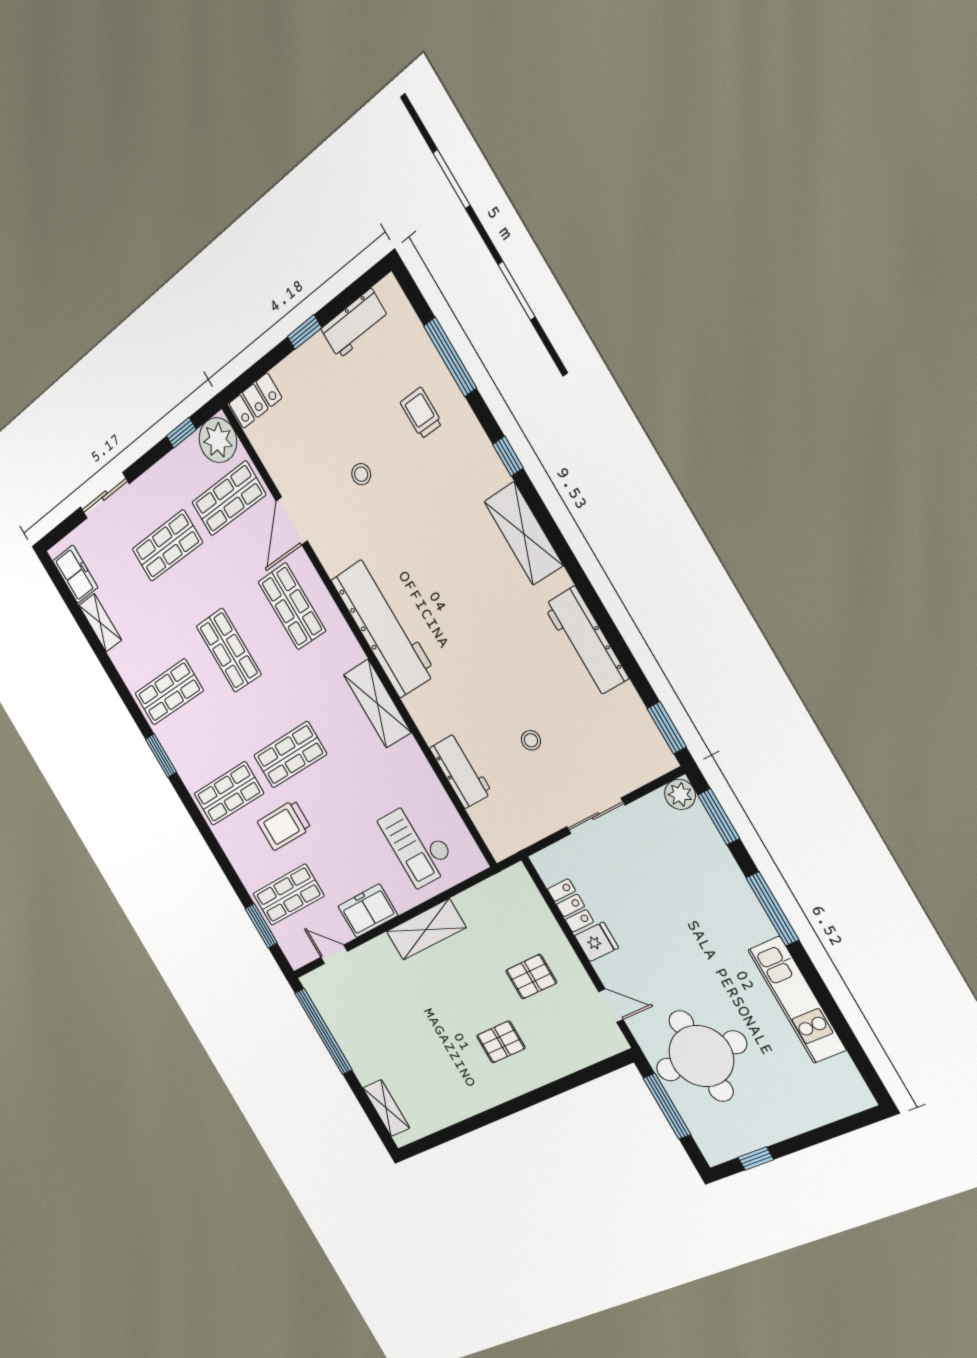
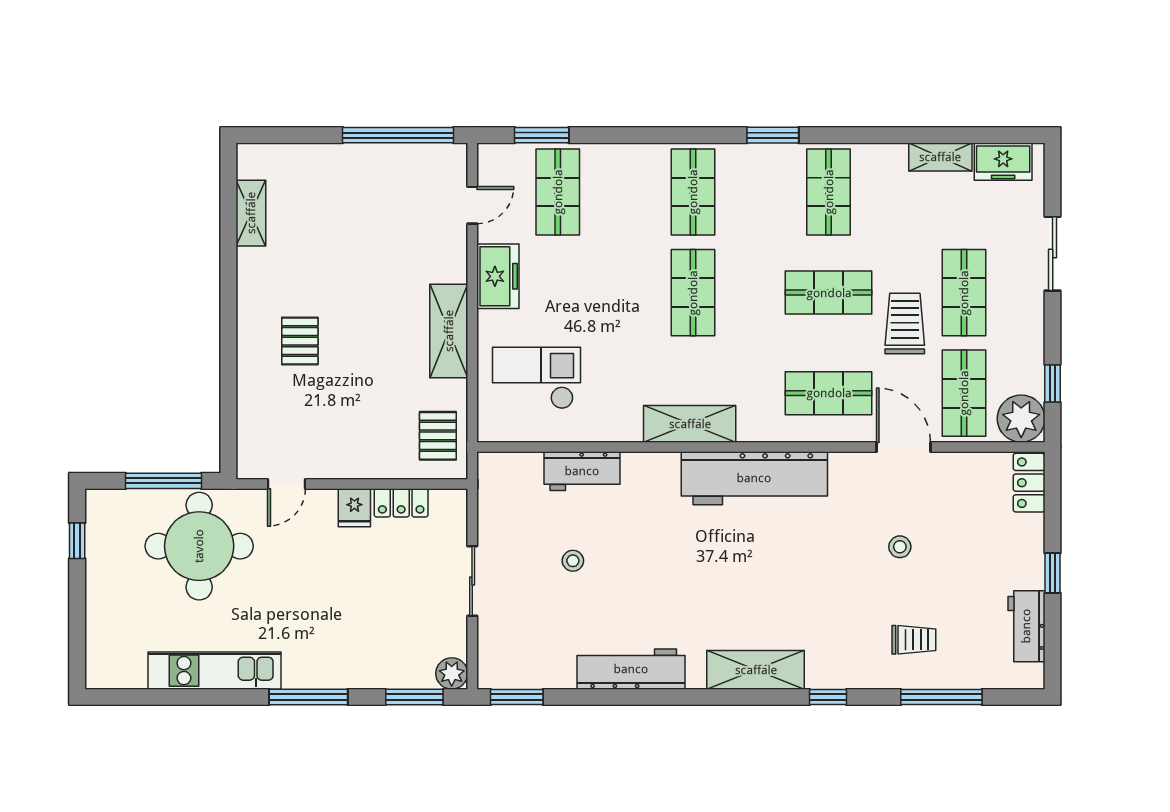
trolley: (284, 825) -> (905, 323), moved
pallet: (531, 977) -> (438, 436), moved
shelving: (386, 1108) -> (251, 213), moved, turned 90

